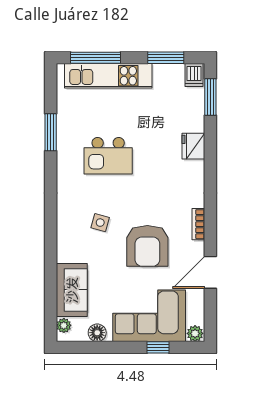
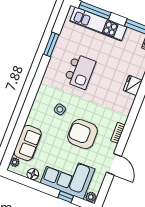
kitchen island: (108, 156) -> (80, 72), turned -90
armchair: (147, 246) -> (83, 134), turned 90
door: (210, 272) -> (114, 164), swing flipped

